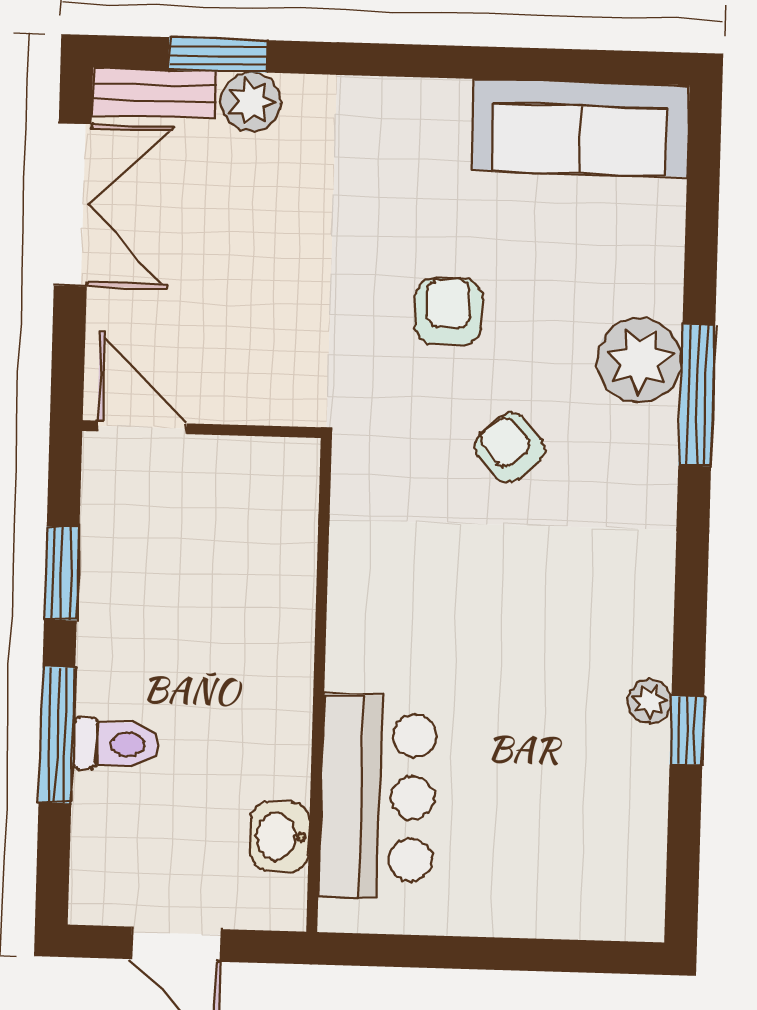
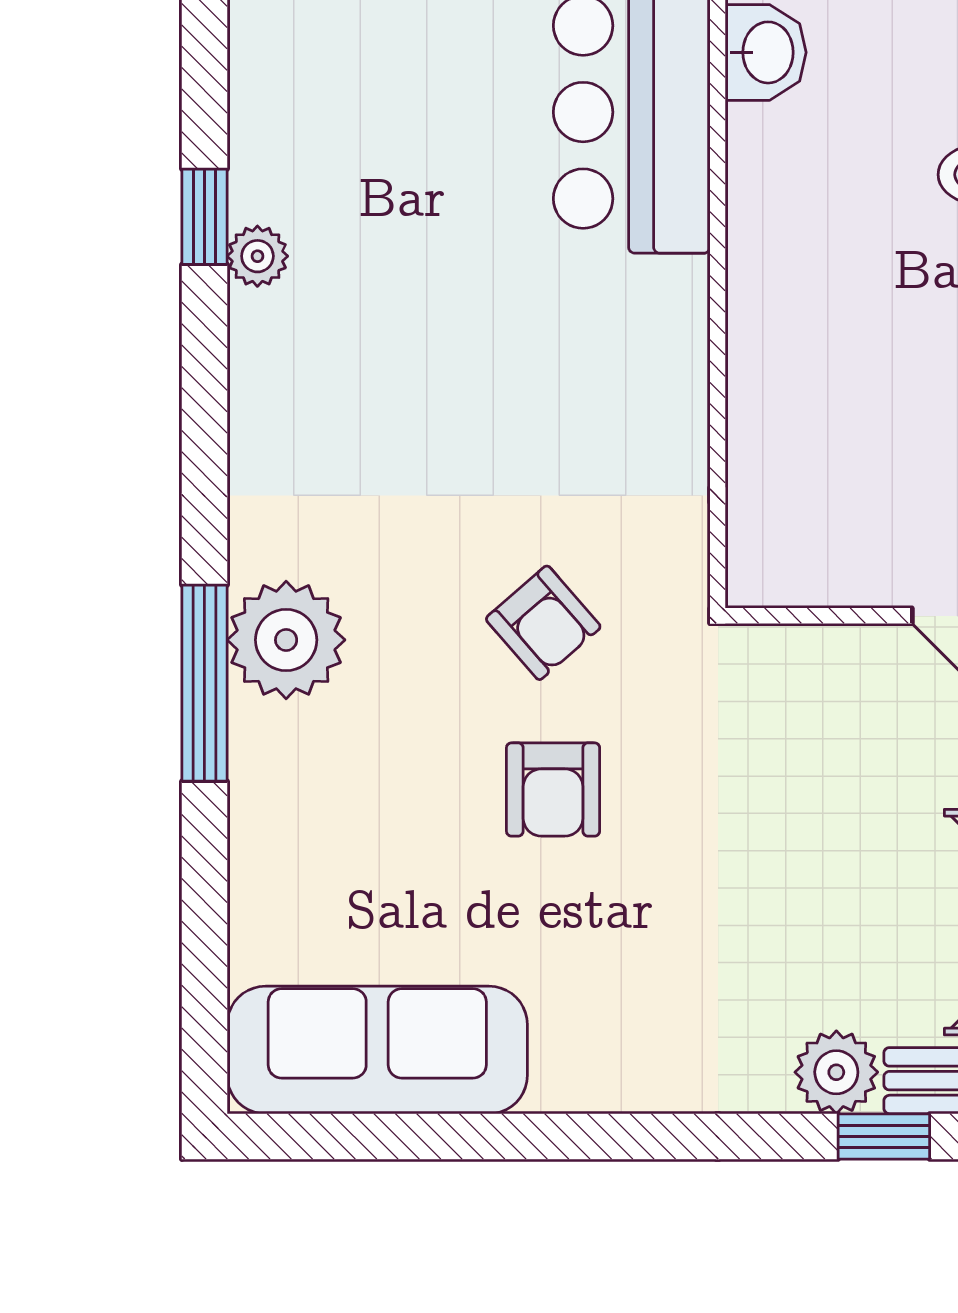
window: (218, 55) -> (884, 1136), width x0.67
plant: (639, 360) -> (286, 640), moved
armchair: (510, 447) -> (543, 623), moved

